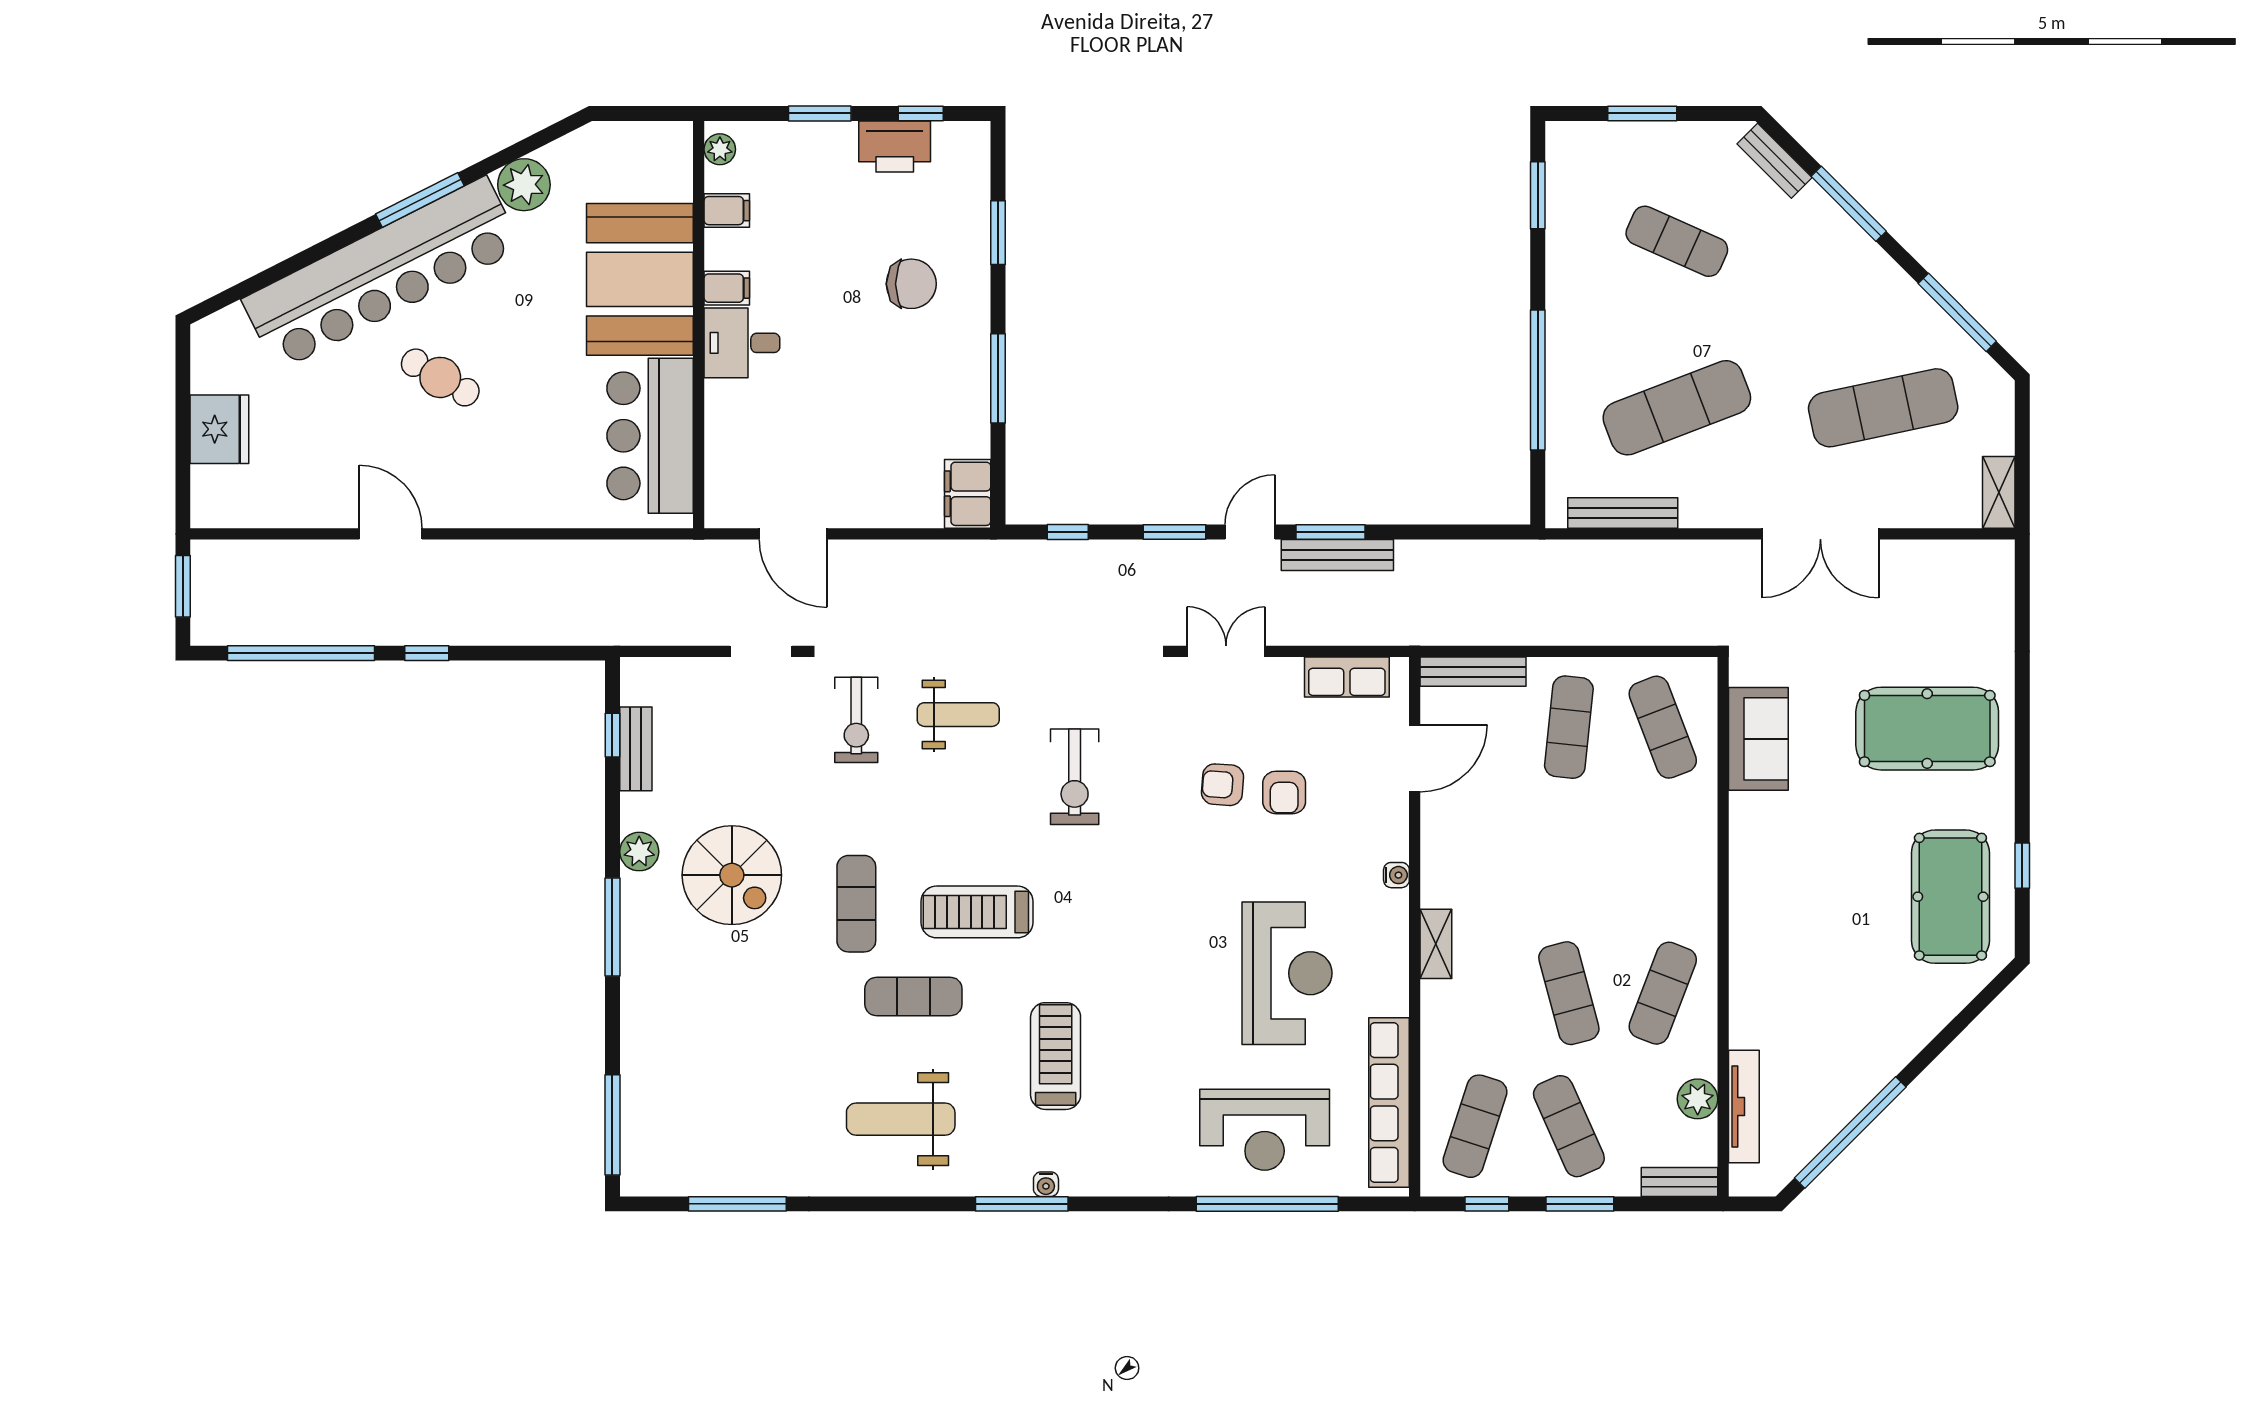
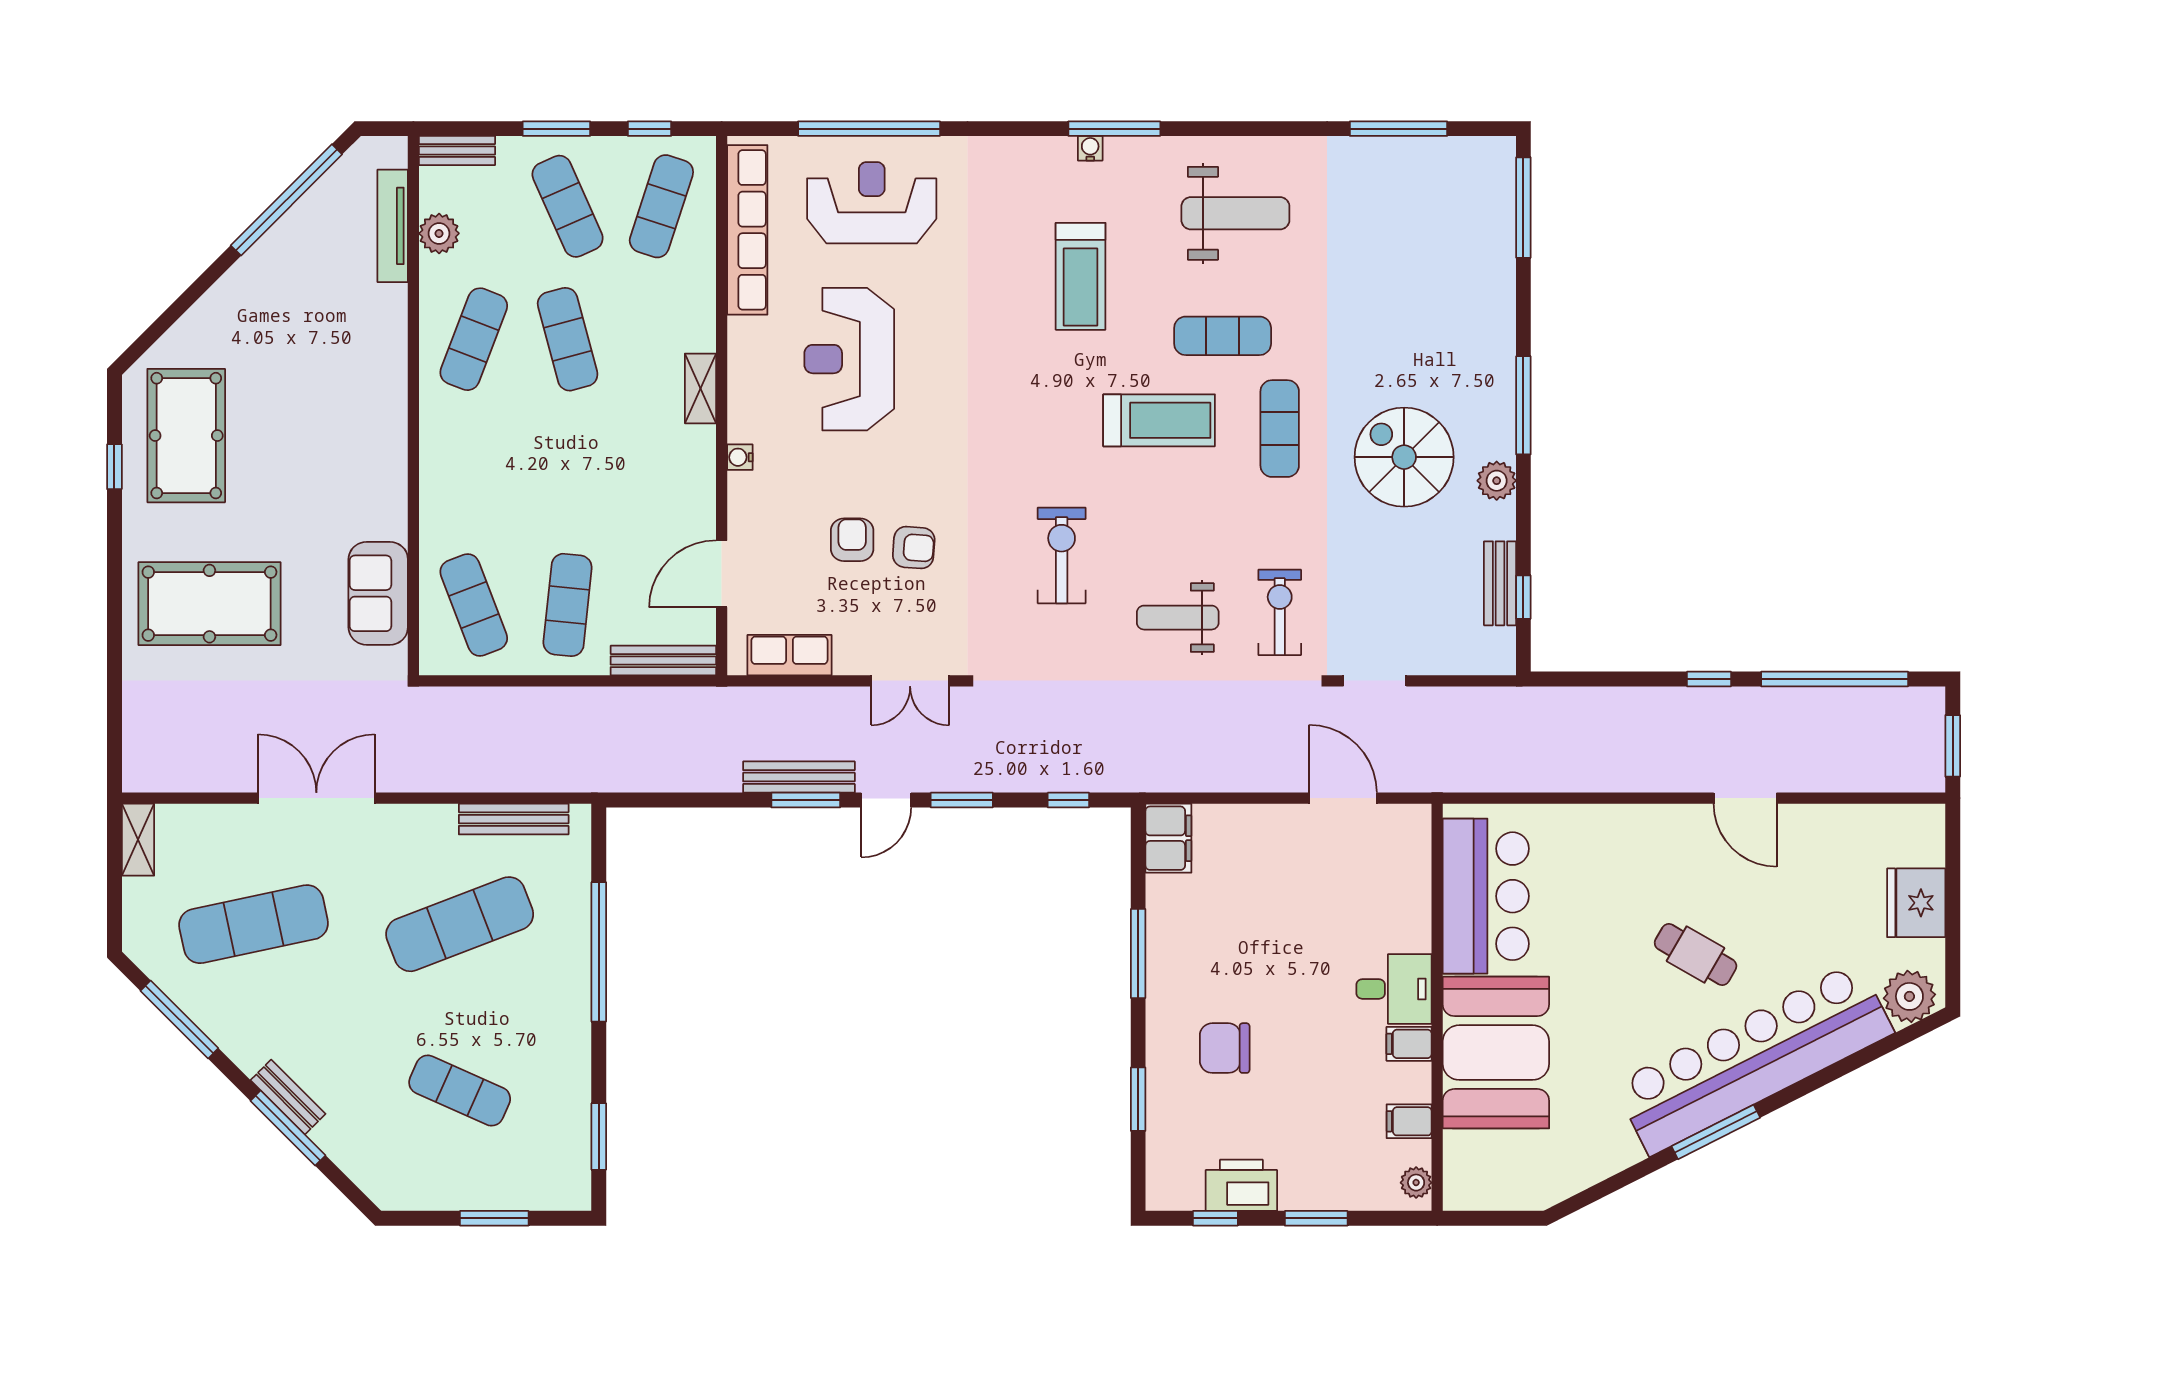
bench: (1774, 161) -> (288, 1097), moved
plant: (524, 185) -> (1909, 996), moved

